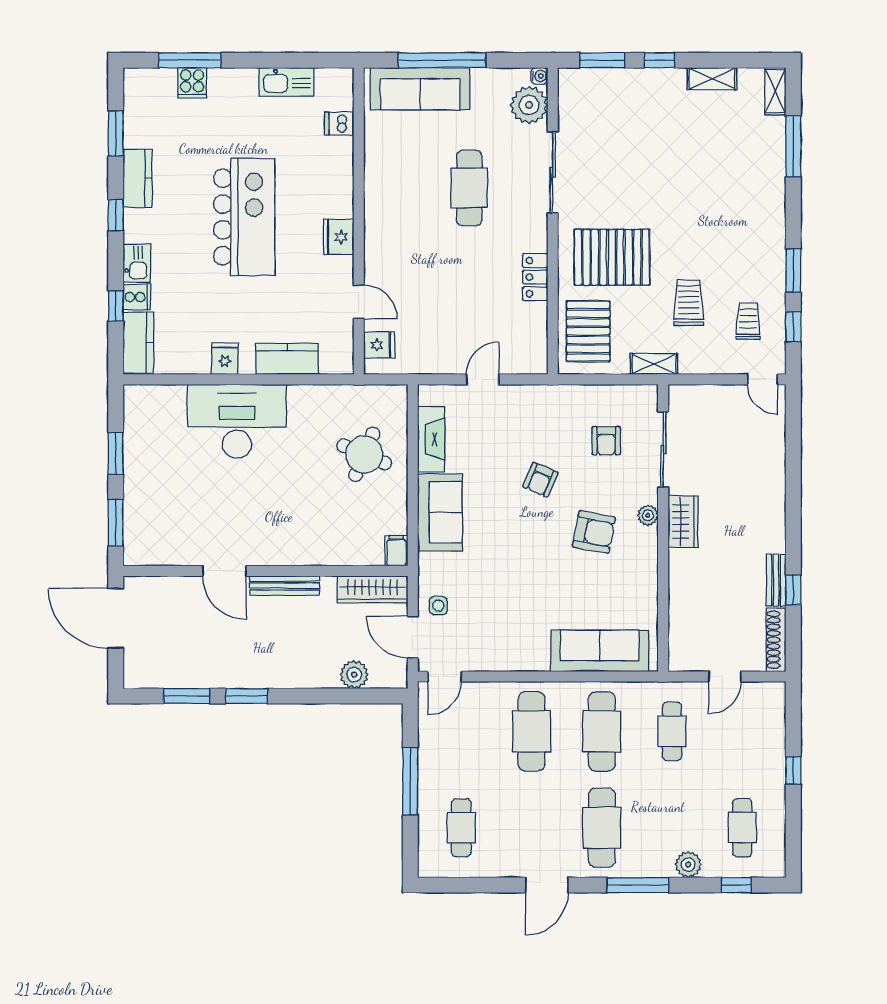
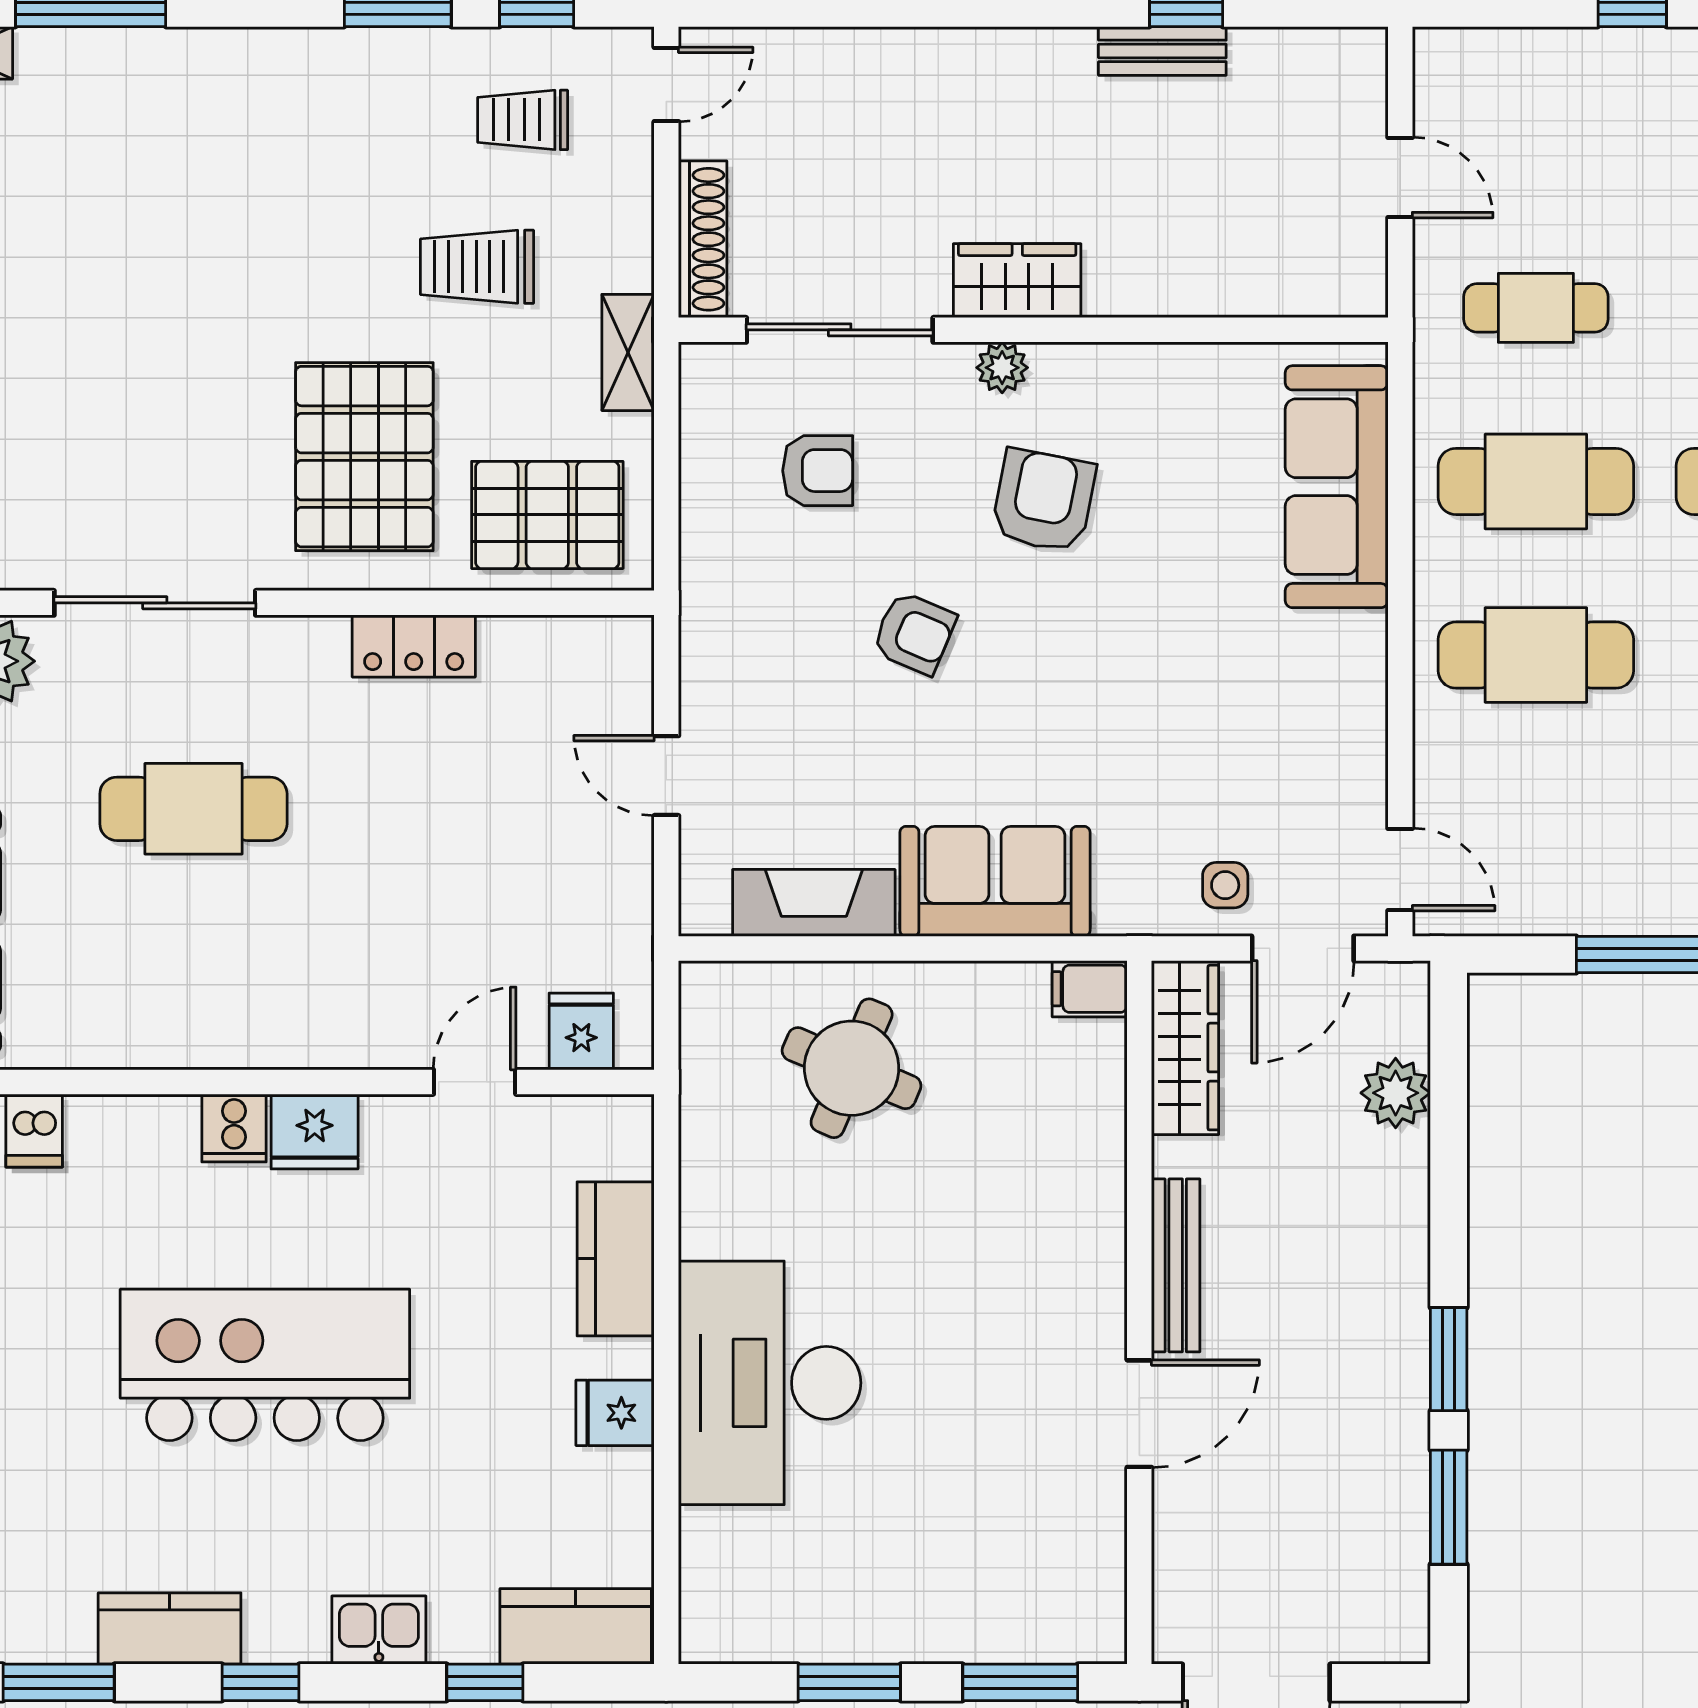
cooker: (137, 297) -> (234, 1128), moved, turned 180
shoe rack: (776, 640) -> (703, 239), moved, turned -90

